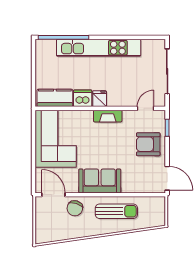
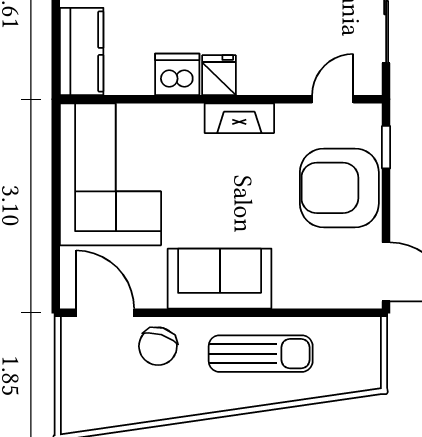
kitchen counter: (55, 98) -> (82, 51), moved, turned 90
armchair: (148, 144) -> (339, 188), width x1.36, depth x1.36

